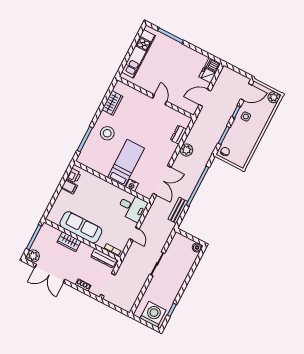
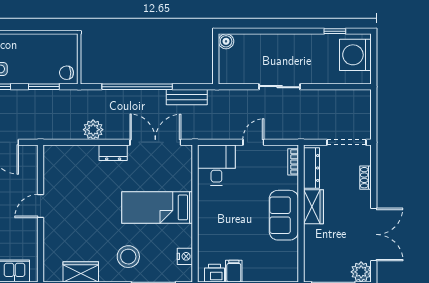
dresser: (178, 135) -> (113, 153), moved
nightstand: (132, 185) -> (185, 256), moved
sofa: (81, 227) -> (284, 215), width x0.73
wardrobe: (69, 242) -> (313, 207), moved

